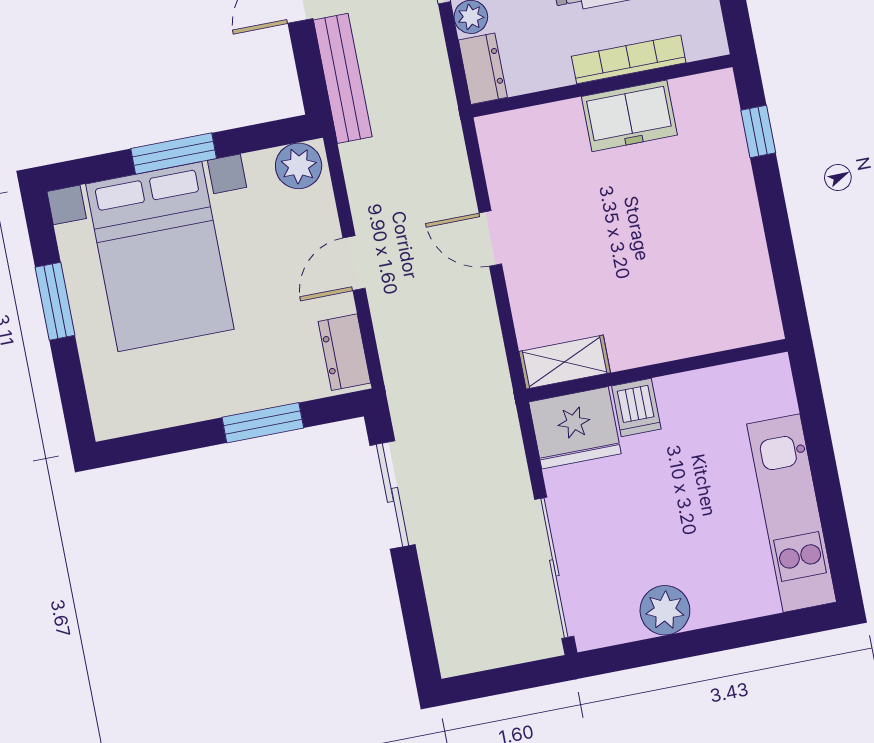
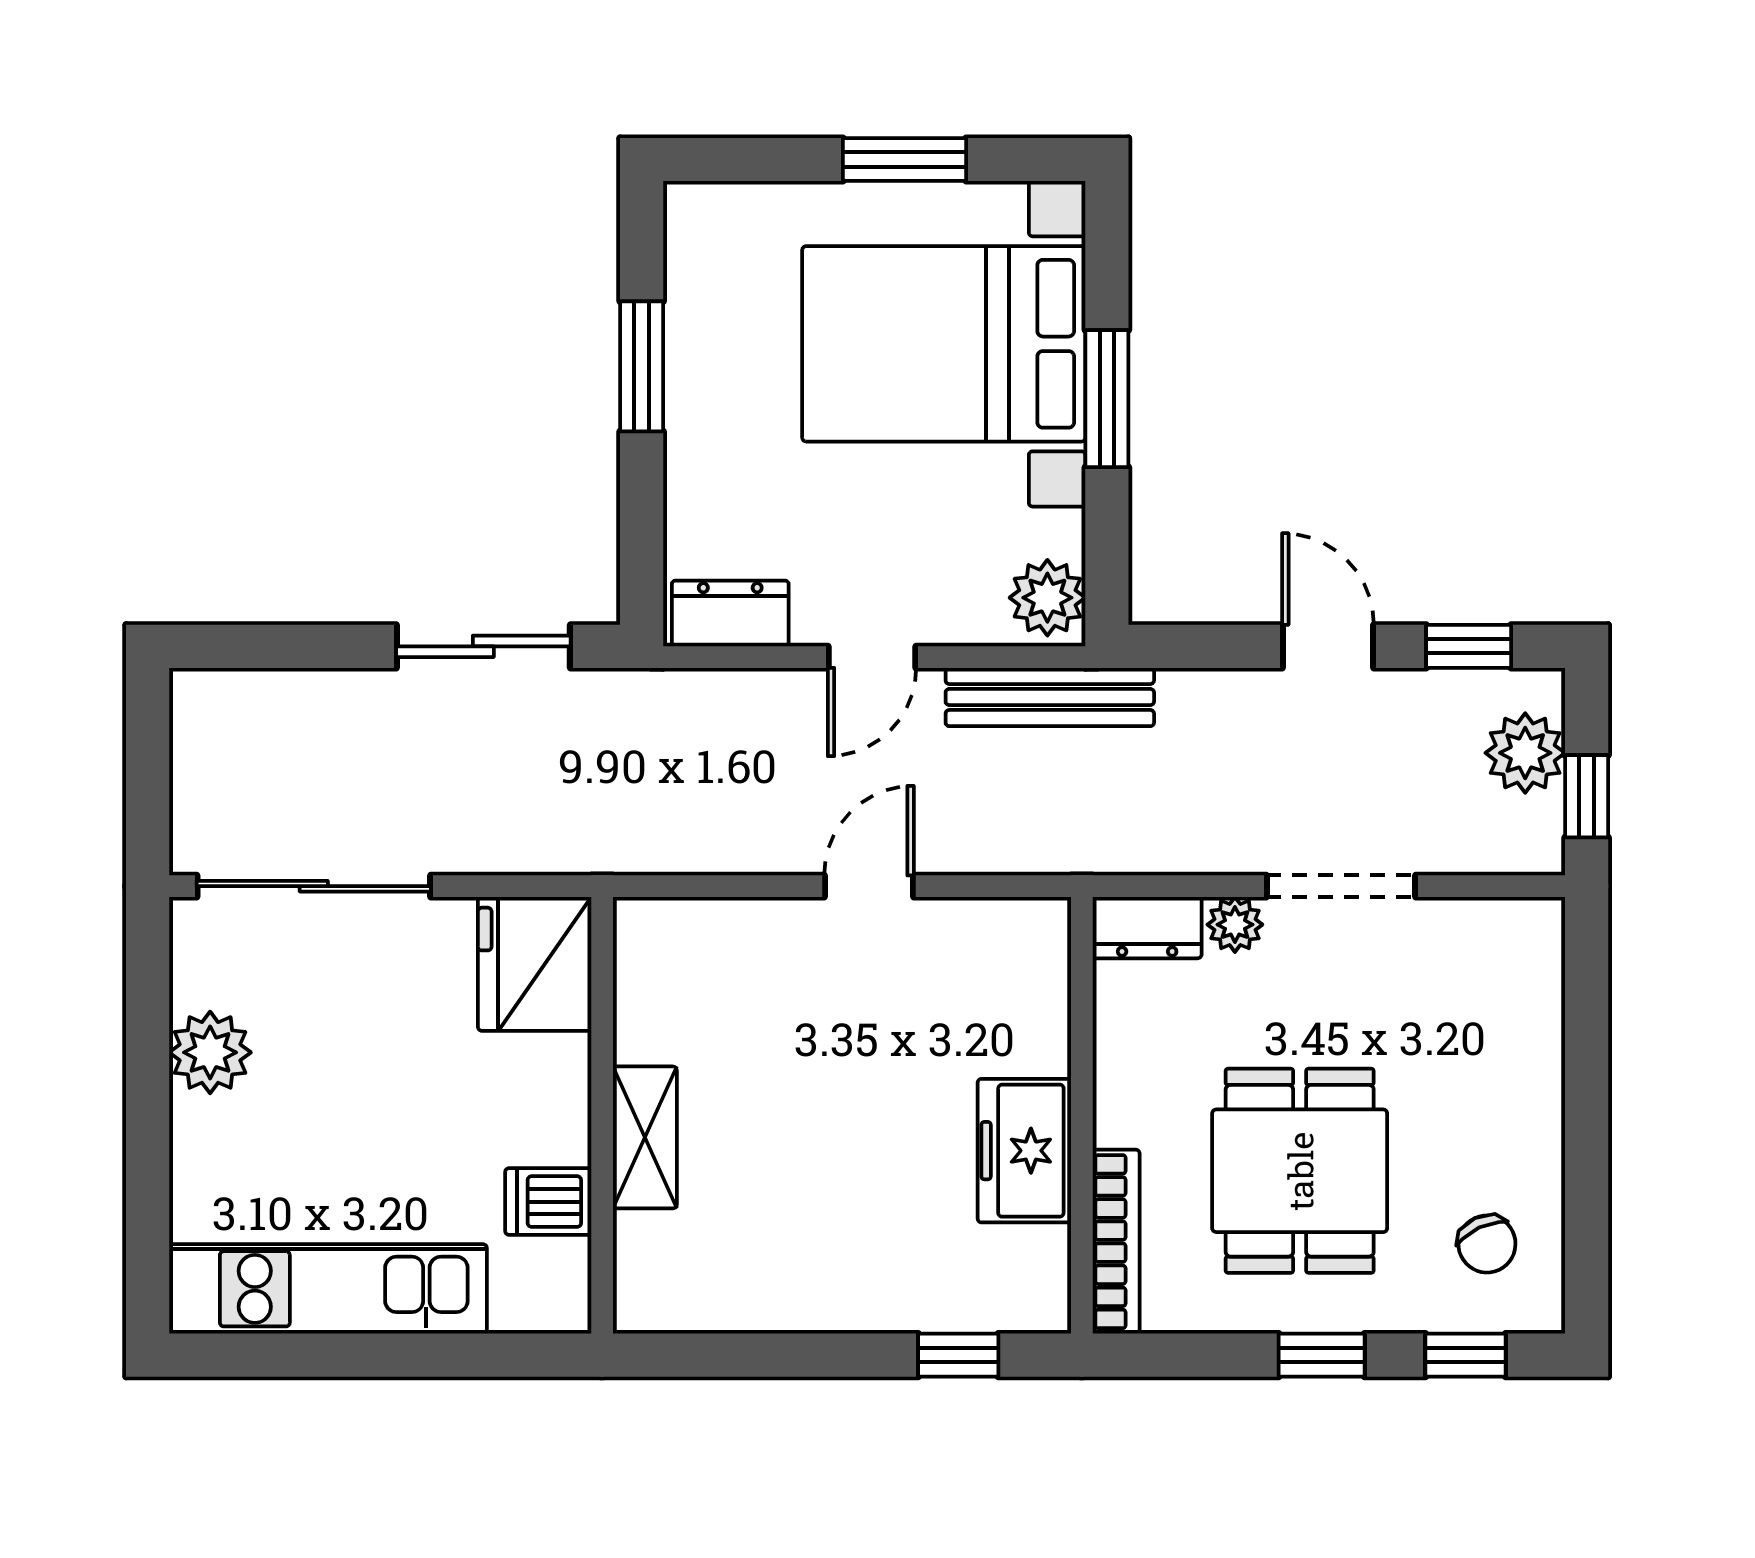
bookcase: (629, 59) -> (1116, 1242), moved
bench: (343, 78) -> (1050, 697), moved
door: (354, 263) -> (872, 657), swing flipped
shelving: (565, 362) -> (645, 1137), moved
dishwasher: (636, 408) -> (548, 1202), moved
window: (263, 423) -> (642, 366), moved

